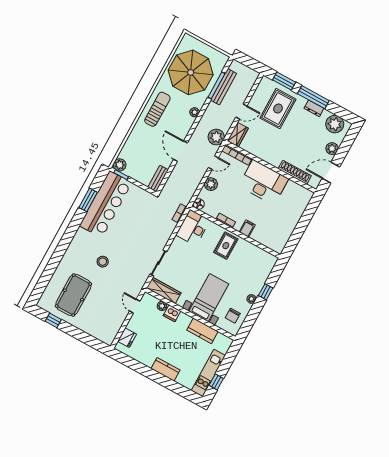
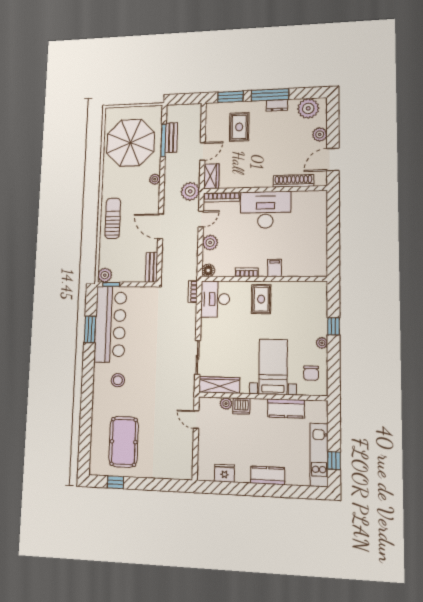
bench: (224, 87) -> (171, 138), width x0.73
sun lounger: (157, 109) -> (113, 218), moved
rug: (278, 109) -> (239, 127), width x0.73, depth x0.70
stool: (103, 262) -> (118, 380), moved
fridge: (127, 338) -> (224, 473), moved, turned -90

